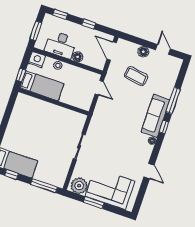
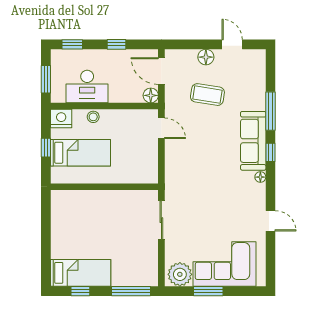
floor lamp: (78, 57) -> (151, 95), moved
wall: (54, 102) -> (104, 187), moved

